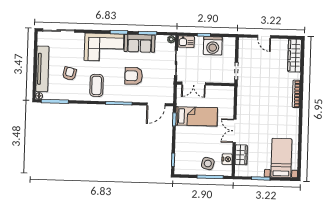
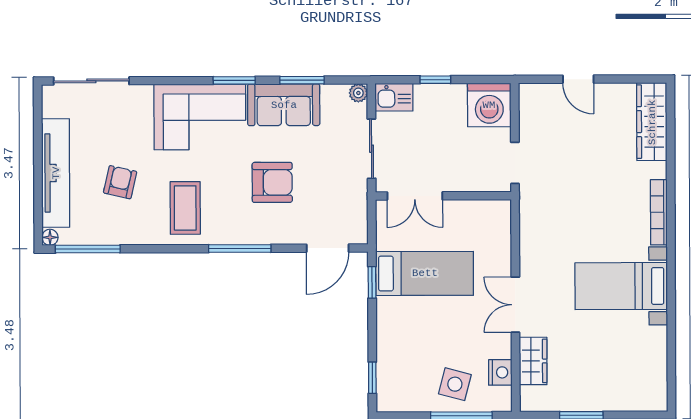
washing machine: (213, 46) -> (489, 105), moved
armchair: (134, 76) -> (272, 182), turned 180
bed with nightstands: (281, 158) -> (621, 286), moved, turned -90

